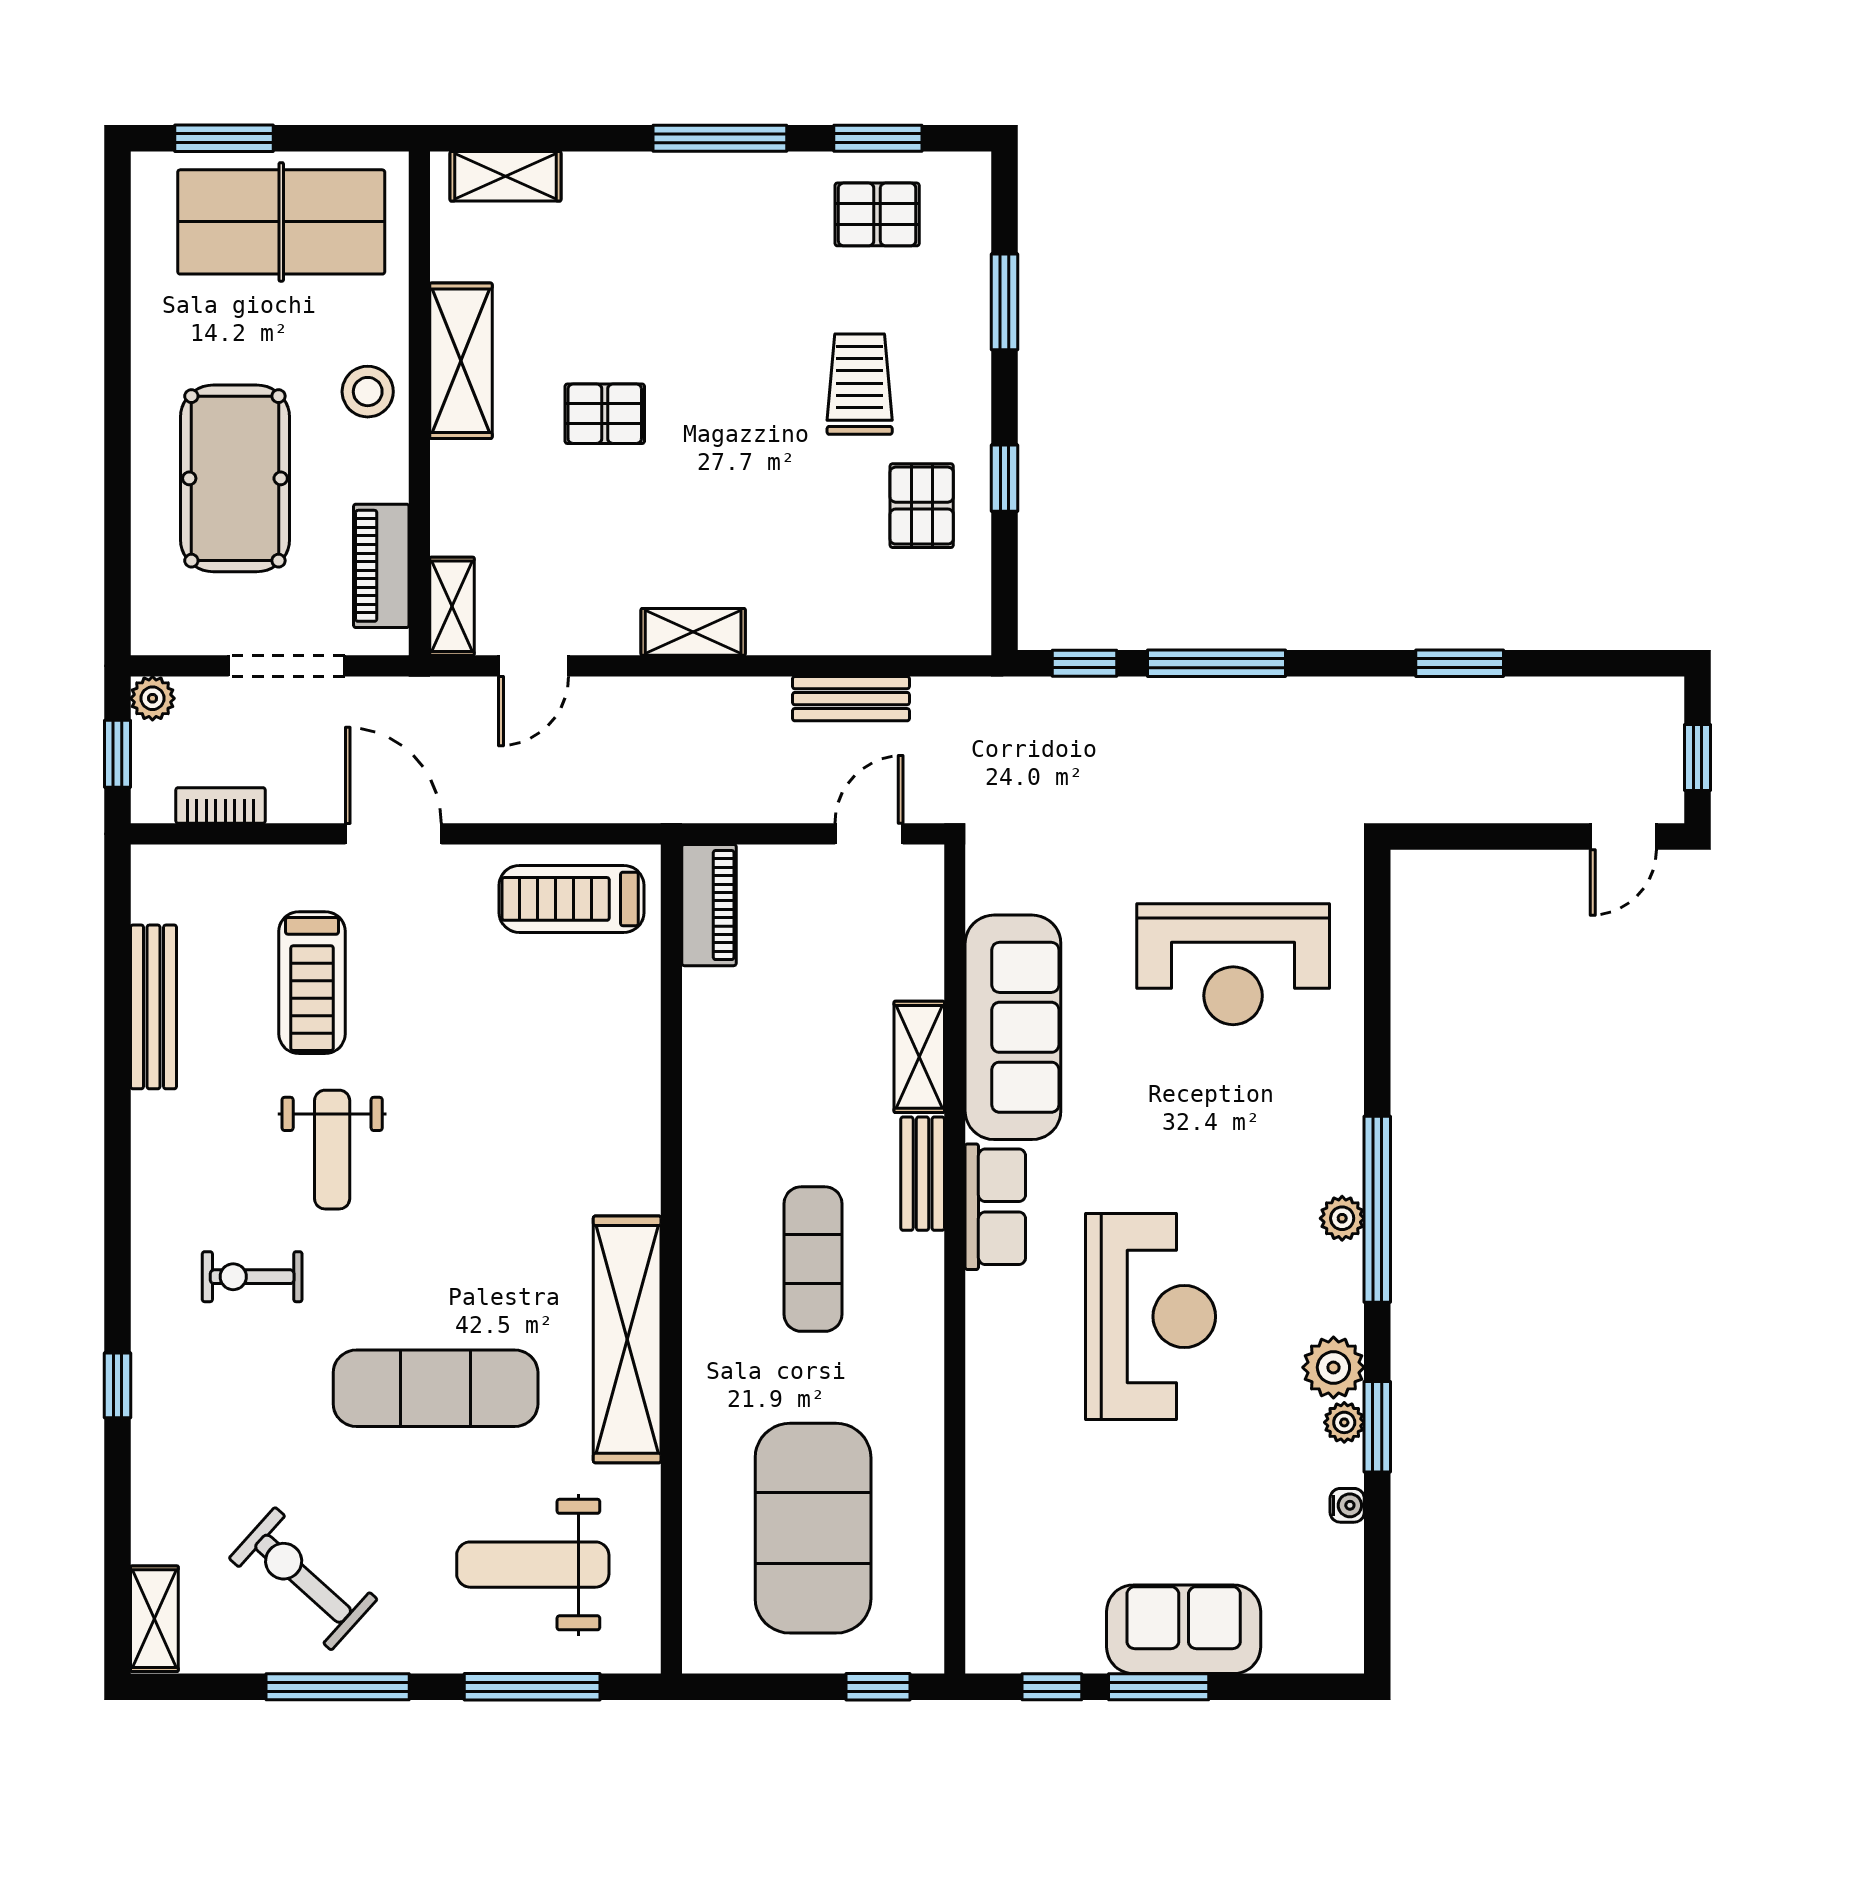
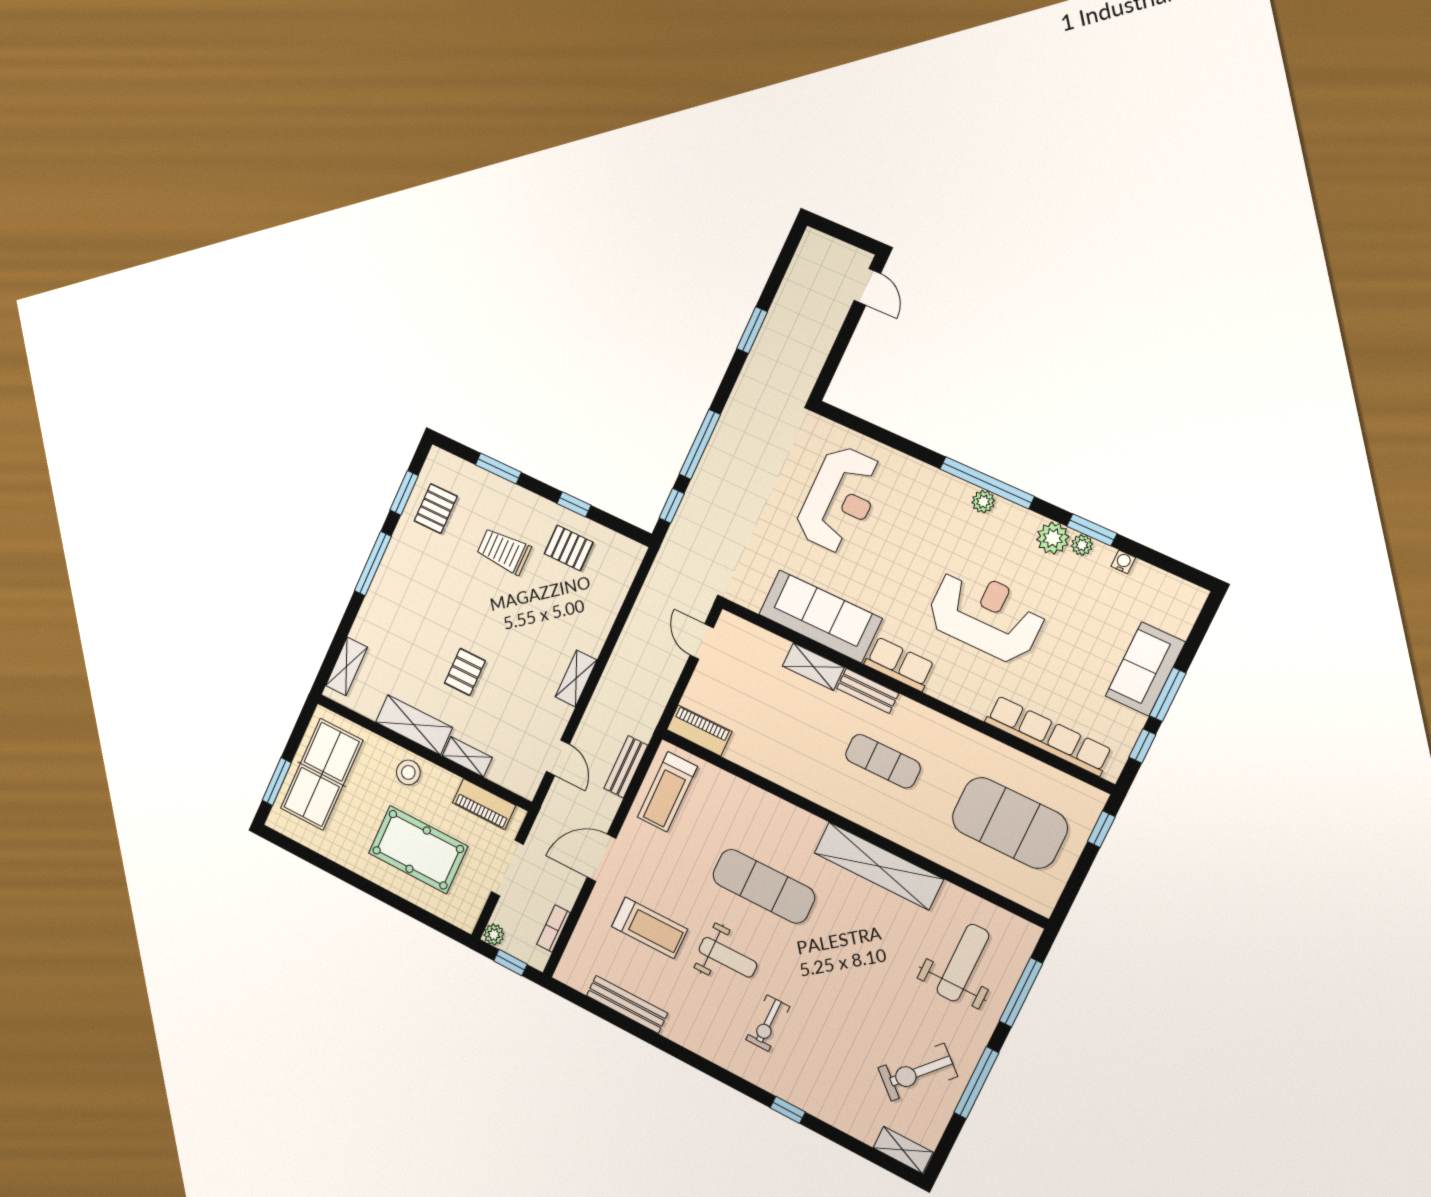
shelving: (452, 606) -> (467, 757), moved
bench: (851, 699) -> (626, 767), moved
window: (1698, 758) -> (847, 235), removed
exercise mat: (436, 1388) -> (764, 886), moved, turned 90
row of seats: (994, 1522) -> (1048, 736), added
weight bench: (533, 1565) -> (963, 963), turned 180

